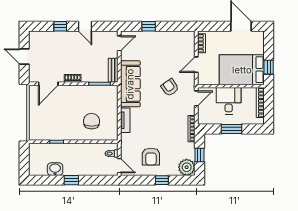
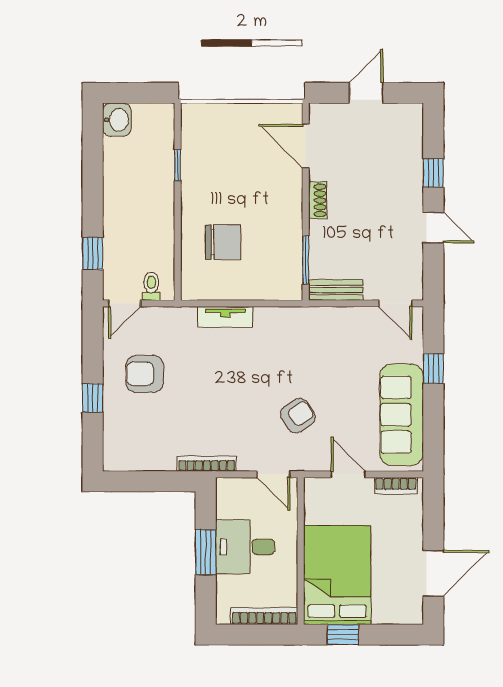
door: (85, 26) -> (433, 228), swing flipped
sofa: (130, 84) -> (402, 415), moved, turned 90
desk: (229, 101) -> (245, 547), moved, turned 180
window: (199, 155) -> (148, 481), removed
plant: (187, 167) -> (121, 453), removed
washbasin: (55, 169) -> (117, 120), moved
window: (71, 180) -> (93, 254), moved

